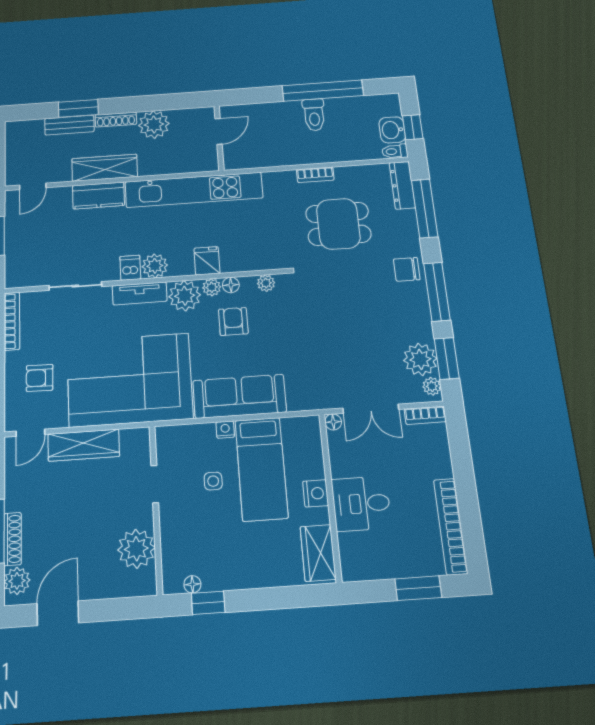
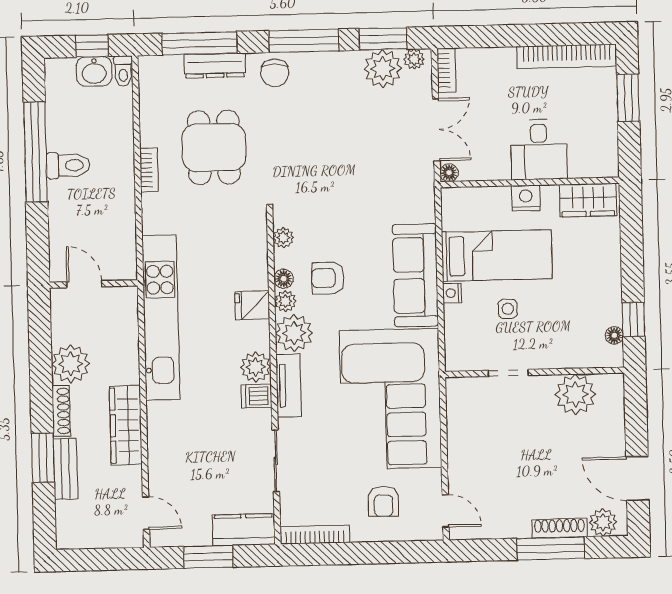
dresser: (402, 185) -> (215, 66), moved
kitchen counter: (98, 196) -> (244, 530), moved, turned -90
wardrobe: (84, 445) -> (462, 451), removed

